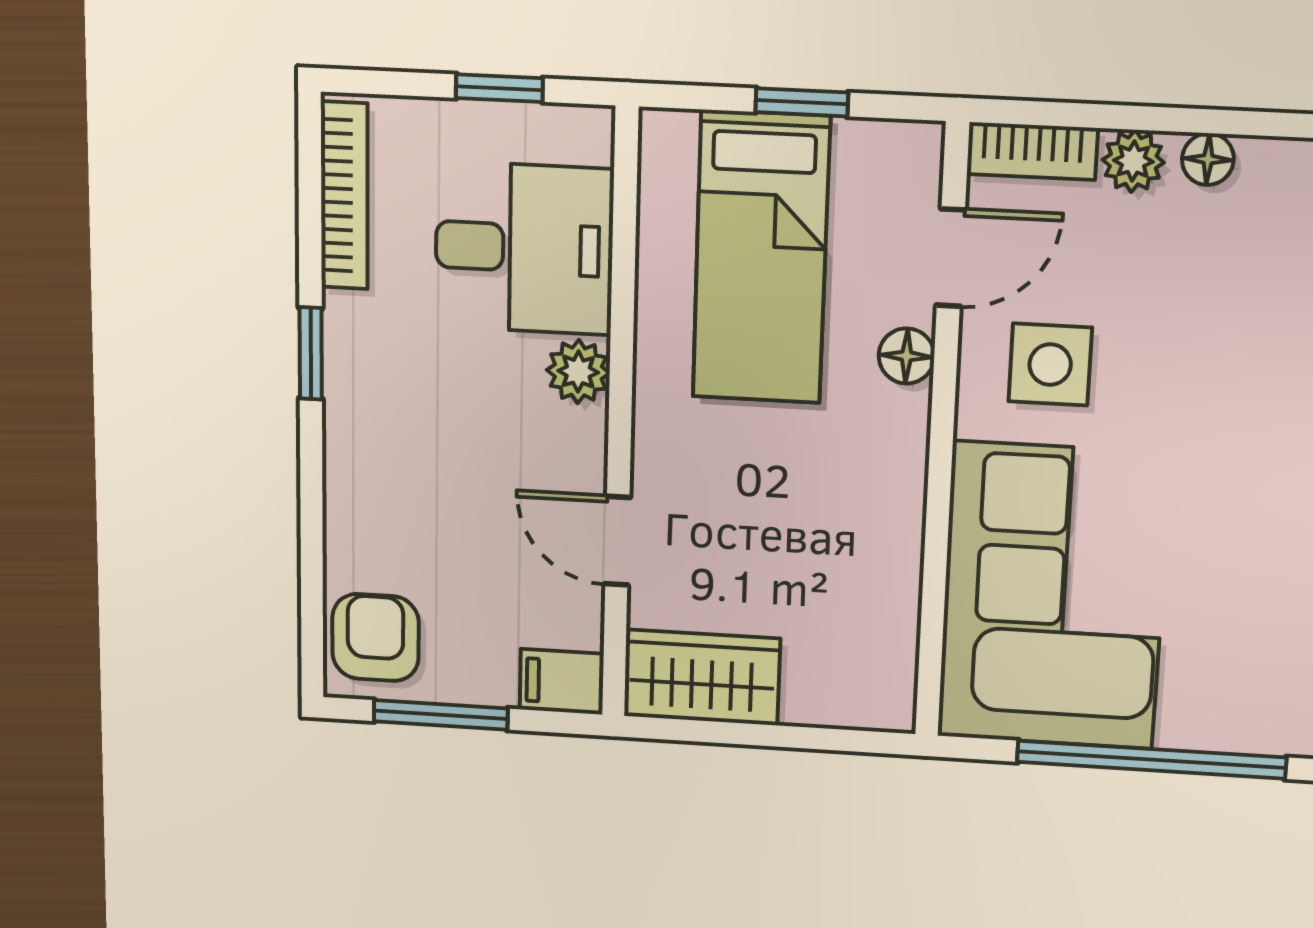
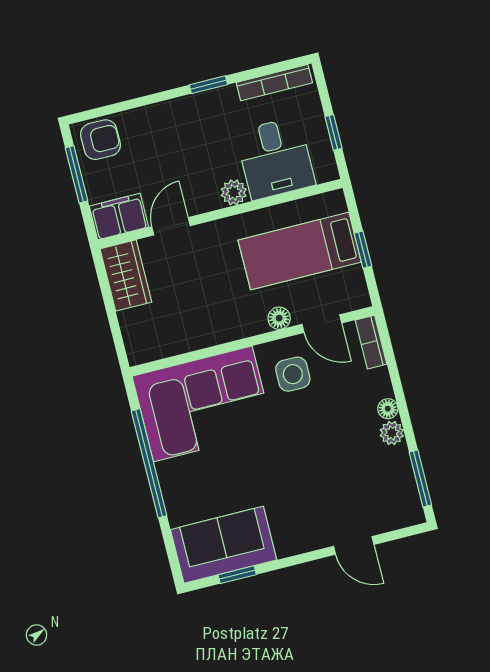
plant: (1133, 161) -> (392, 433), moved
filing cabinet: (562, 682) -> (119, 217), width x2.00

